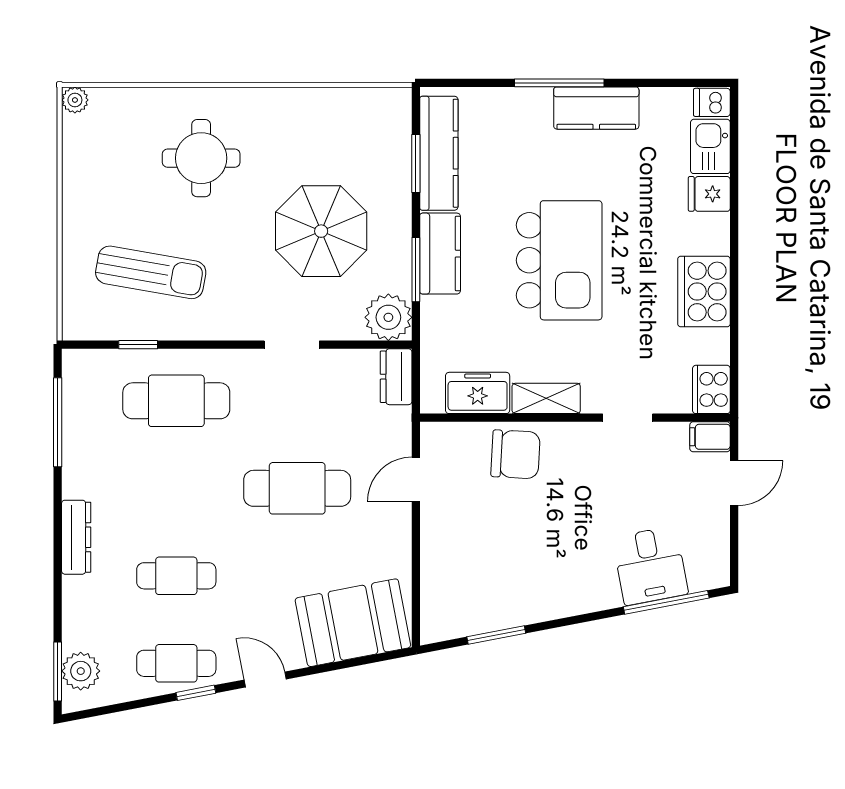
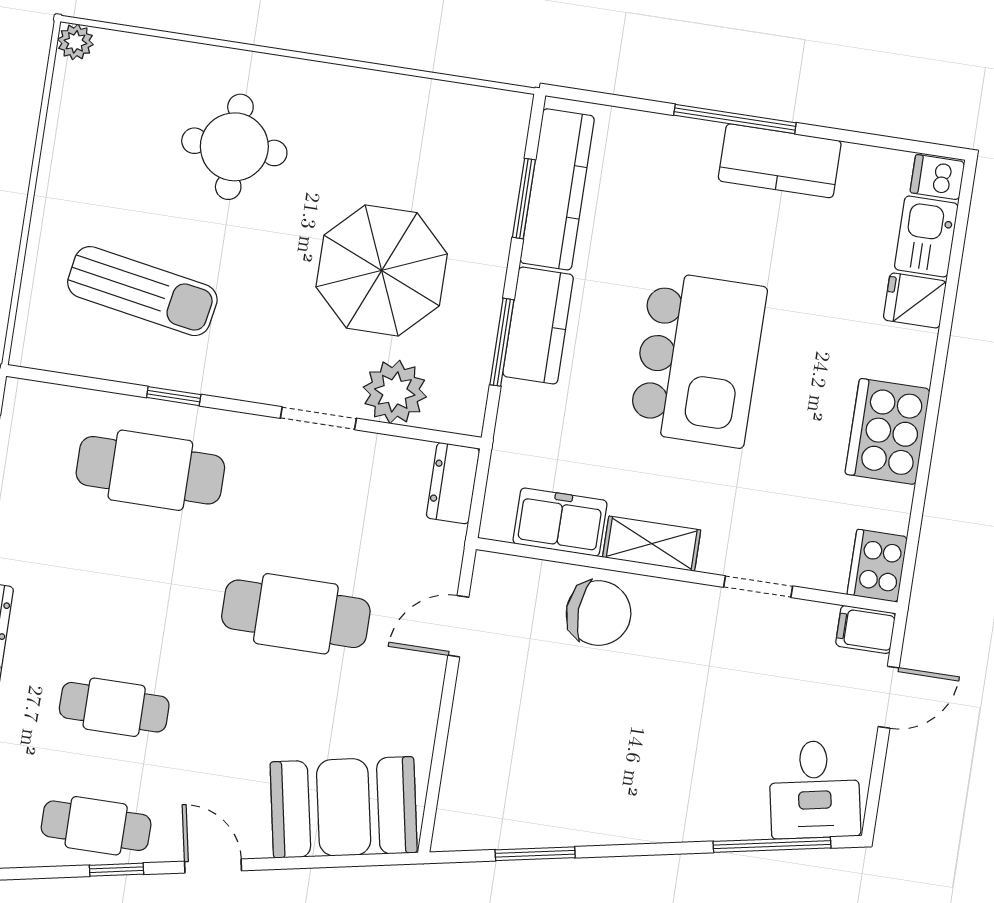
plant: (388, 317) -> (395, 392), moved
window: (138, 345) -> (174, 396), moved
desk: (650, 566) -> (815, 789), moved

